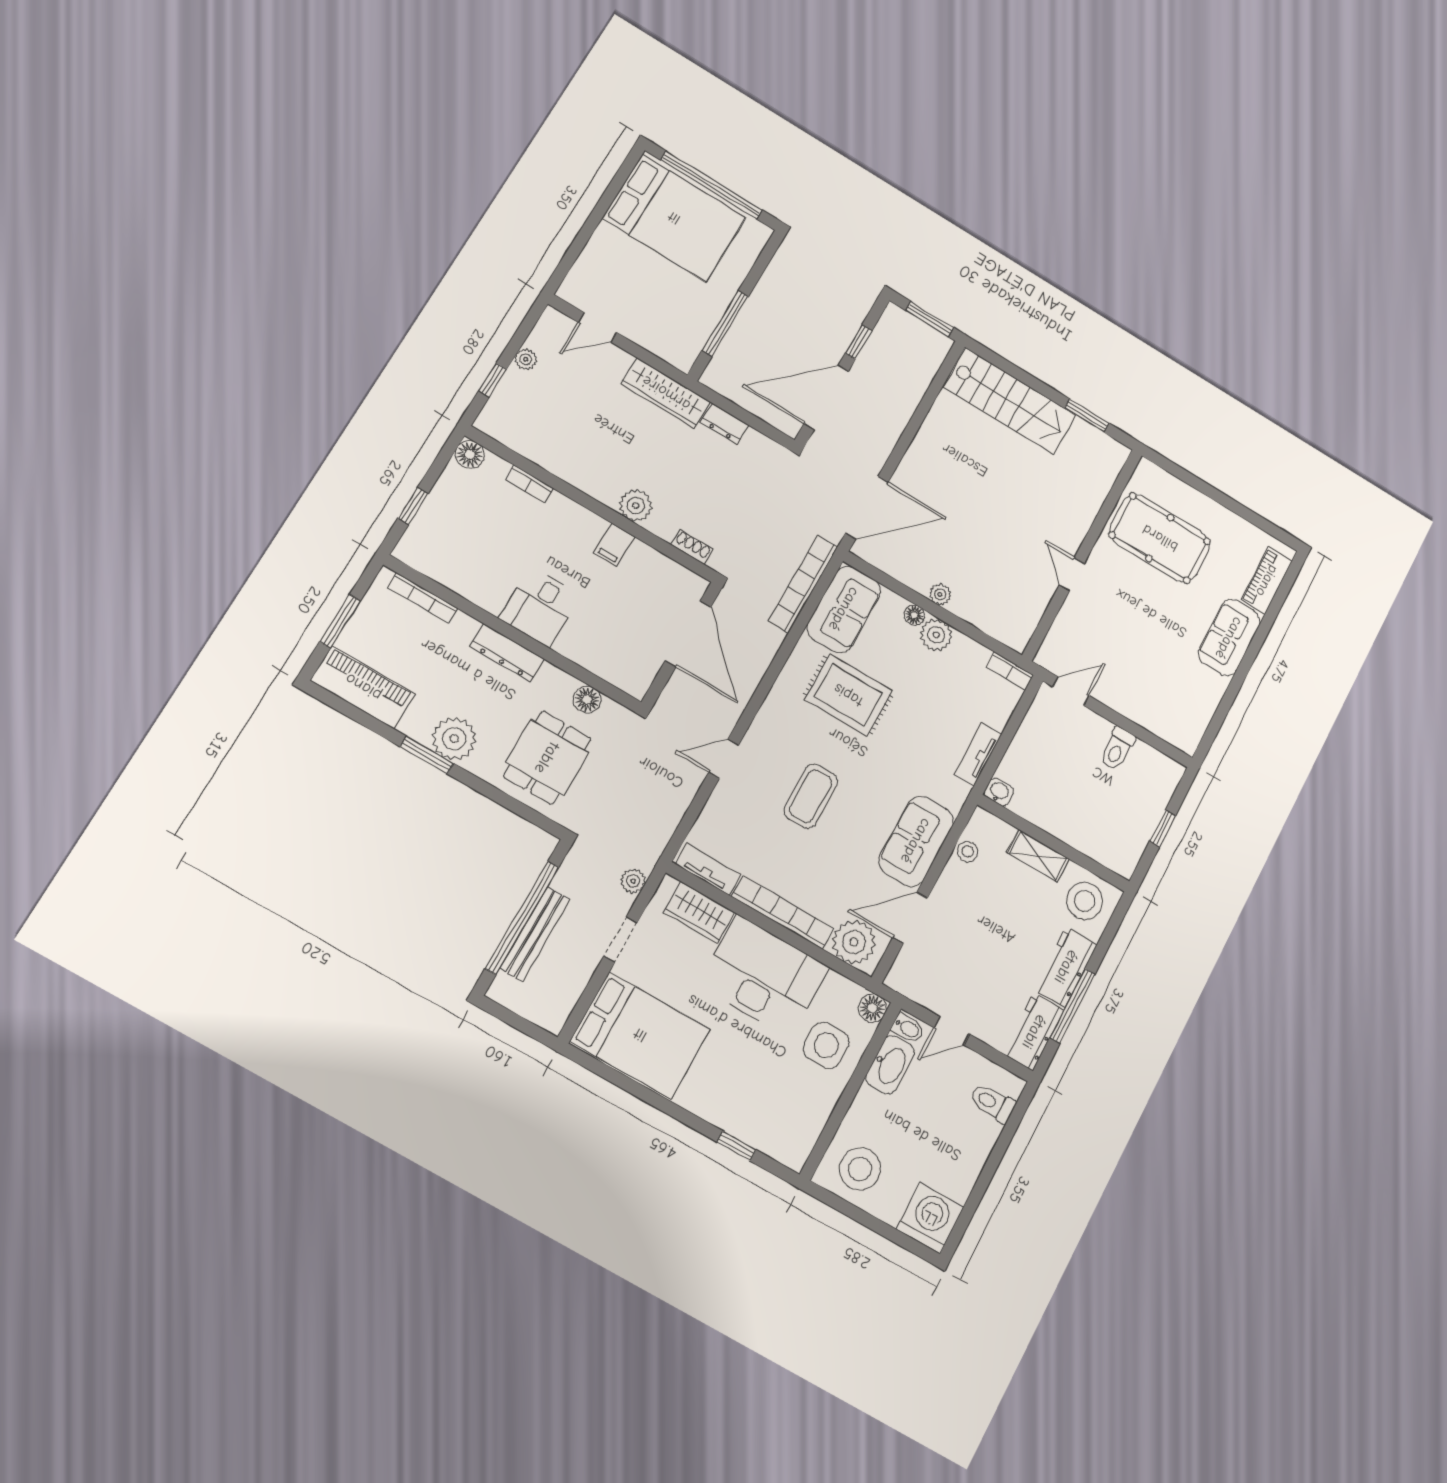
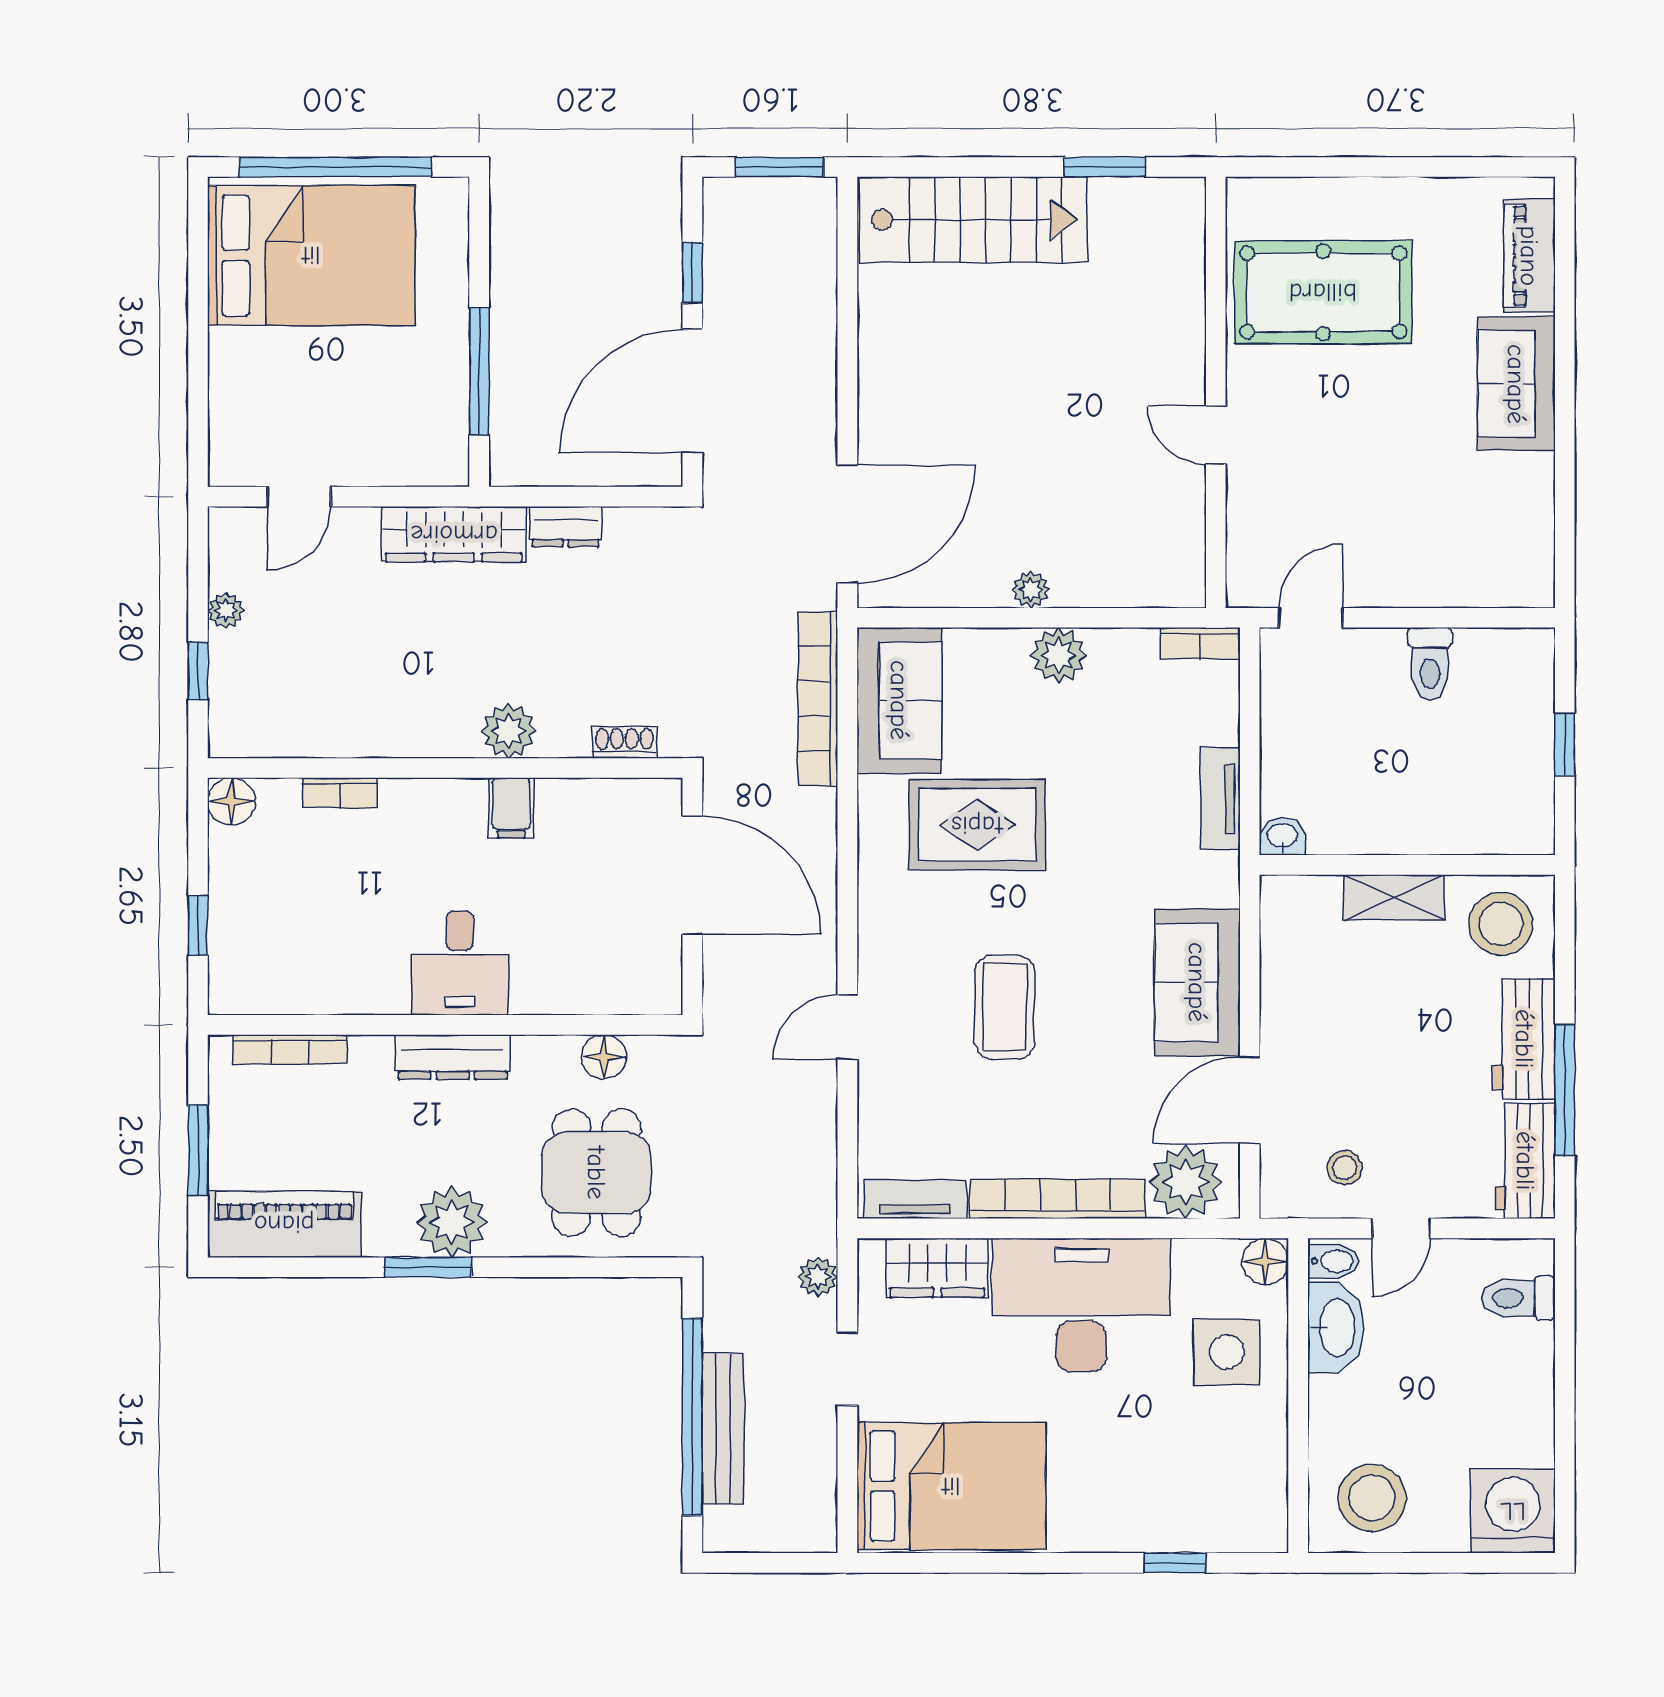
floor lamp: (914, 615) -> (1009, 645), removed
stool: (968, 852) -> (1345, 1168), moved

